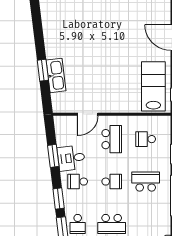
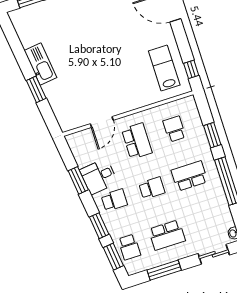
kitchen sink: (56, 75) -> (40, 64), moved
lab bench: (153, 86) -> (164, 68), width x0.73, depth x0.72
school desk: (146, 139) -> (174, 129), turned 90
school desk: (78, 182) -> (114, 200), turned 180

